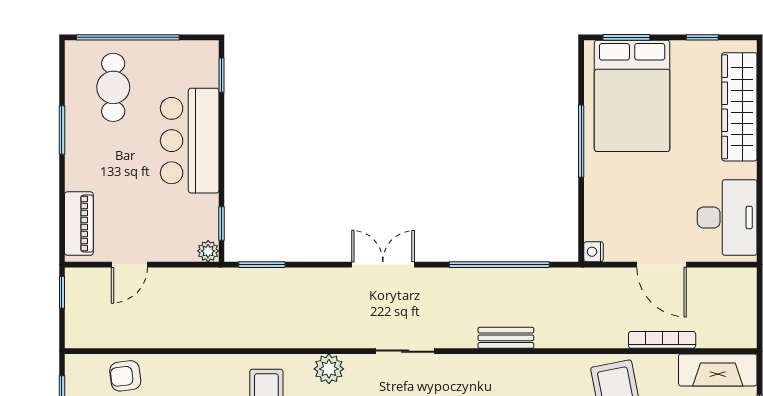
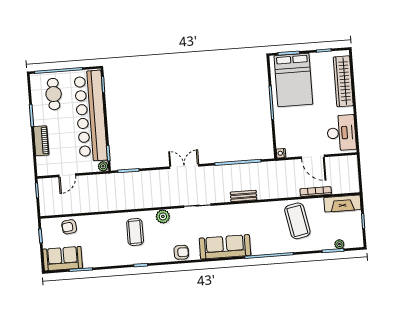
bar counter: (190, 141) -> (91, 116), width x1.86
piano: (79, 224) -> (41, 141), moved

